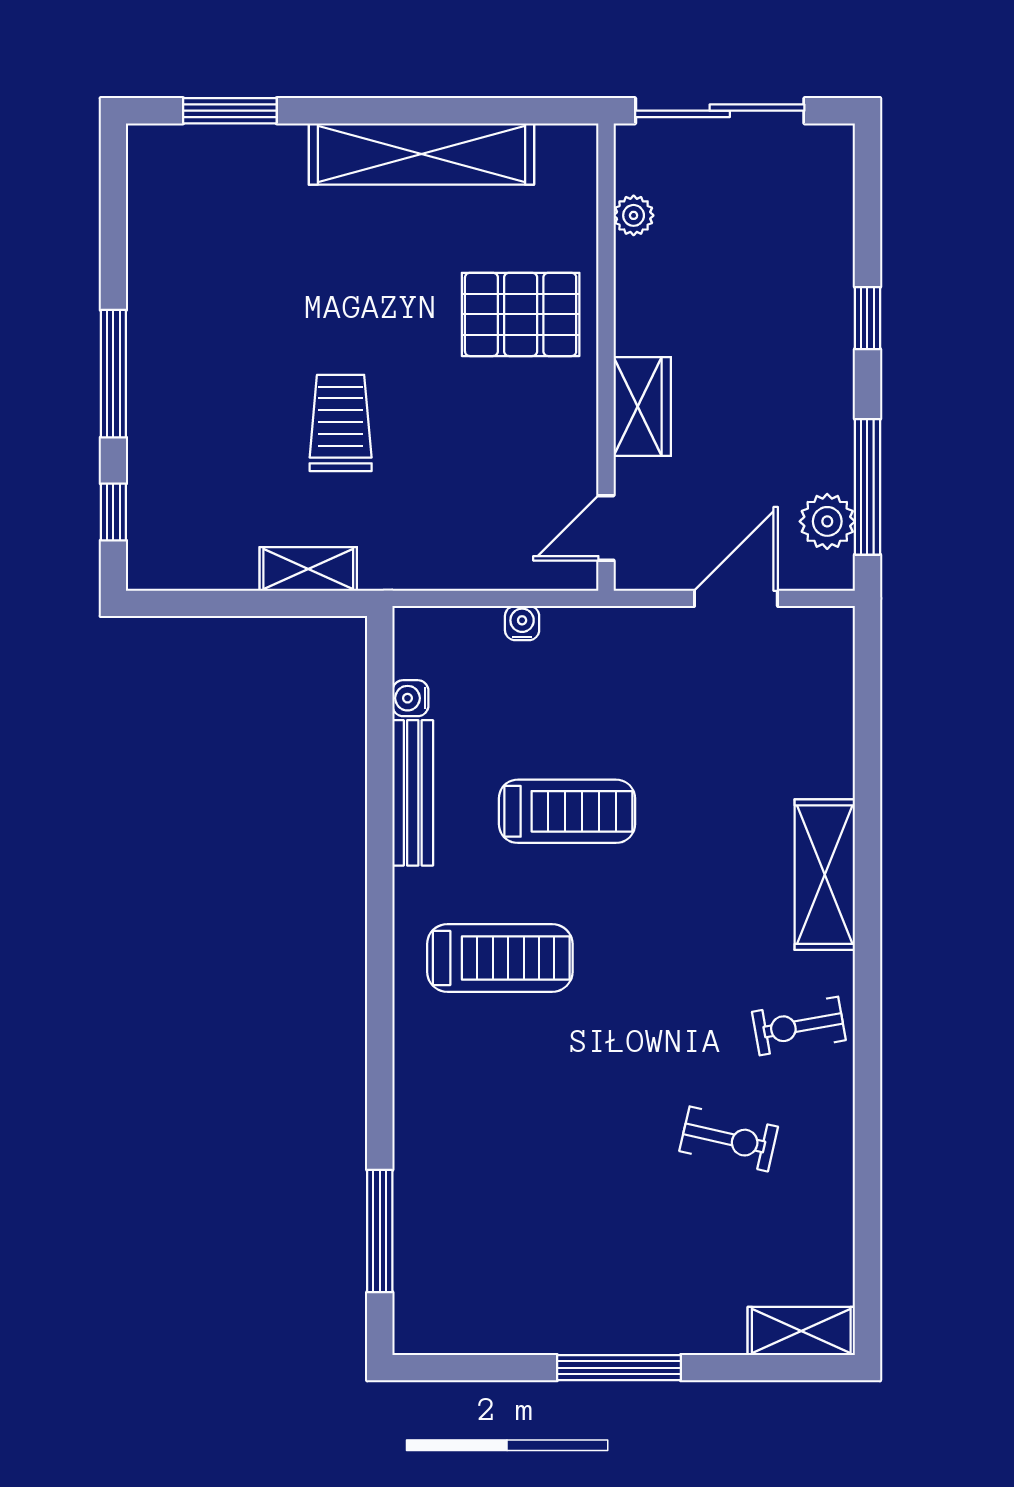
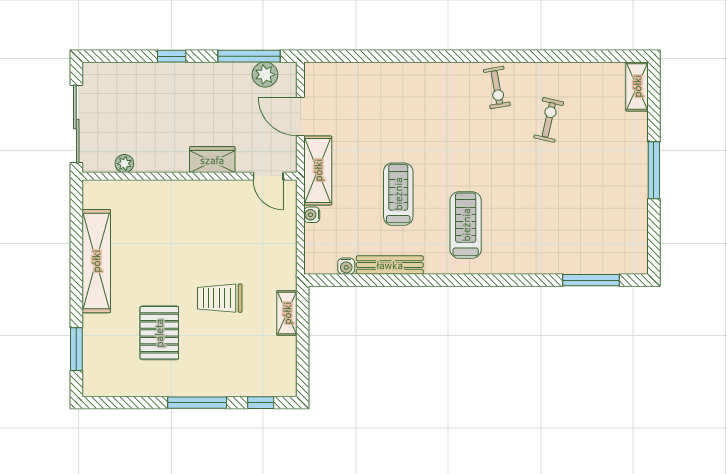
pallet: (521, 314) -> (159, 333), moved
shelving: (825, 875) -> (318, 170), moved, turned 90

